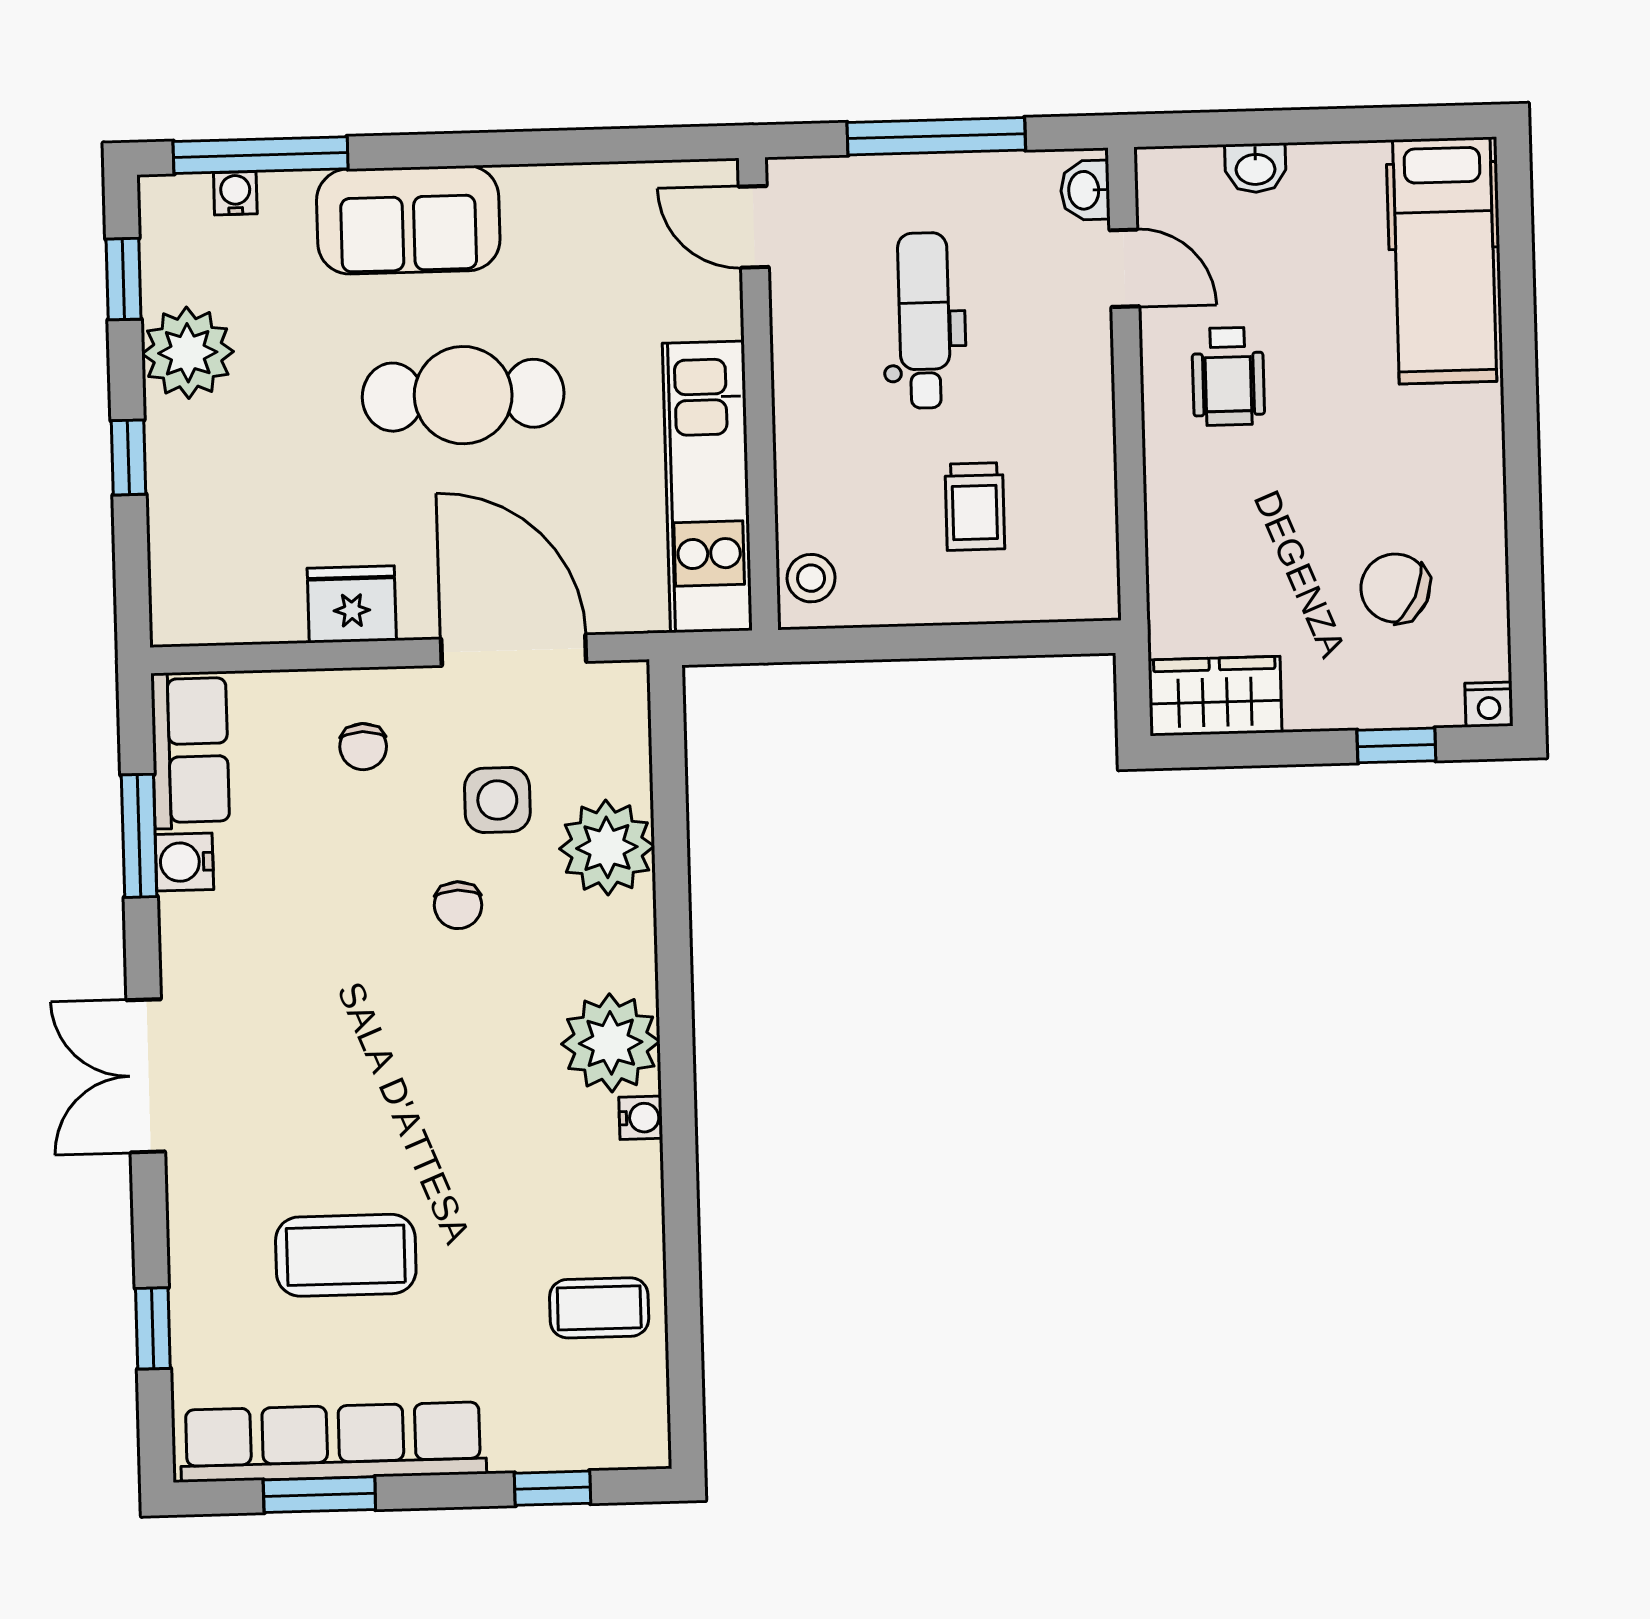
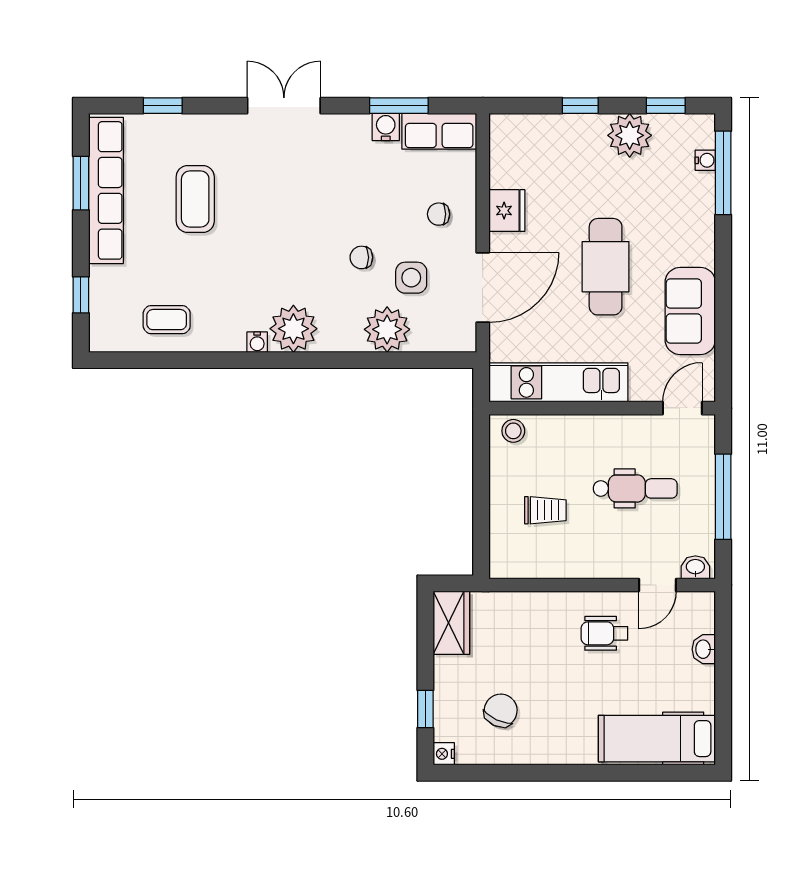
sofa: (408, 220) -> (690, 311), moved
trolley: (975, 506) -> (545, 510), turned 180
coffee table: (599, 1308) -> (167, 320), turned 90

